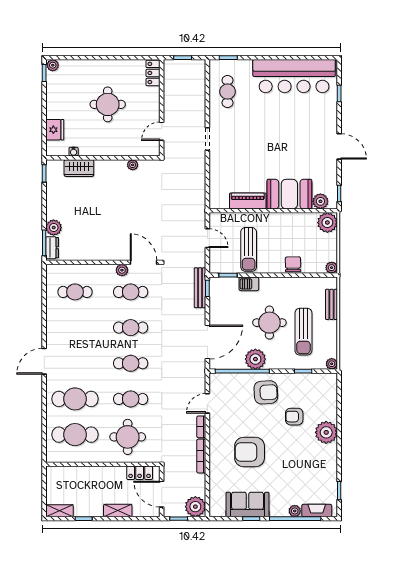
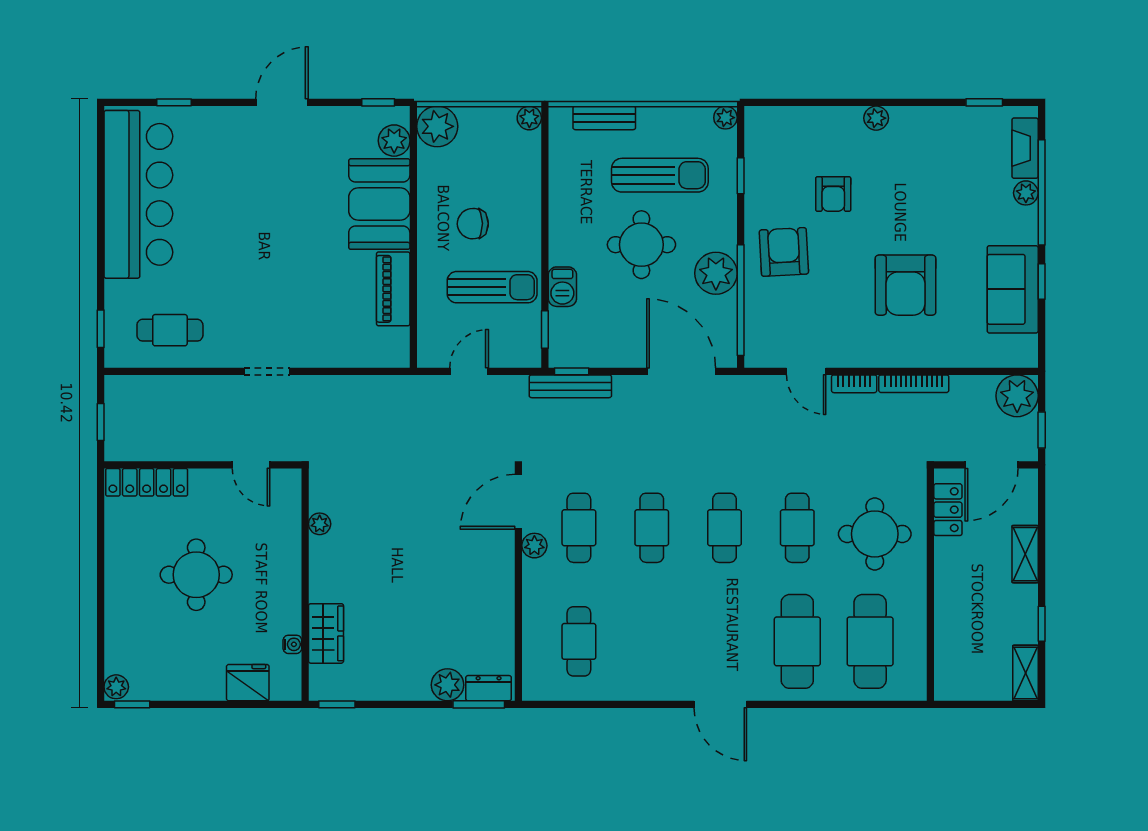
locker: (153, 73) -> (147, 482), width x1.53
chair: (293, 264) -> (473, 224), moved
plant: (326, 432) -> (876, 118), width x0.53, depth x0.53

